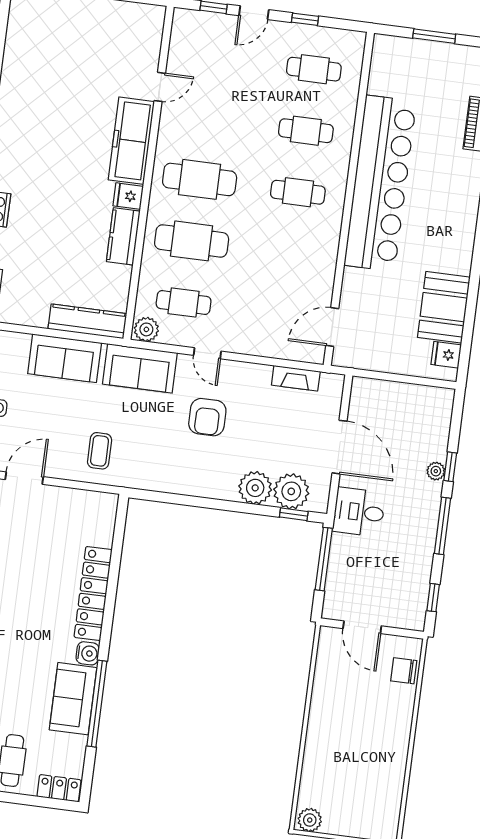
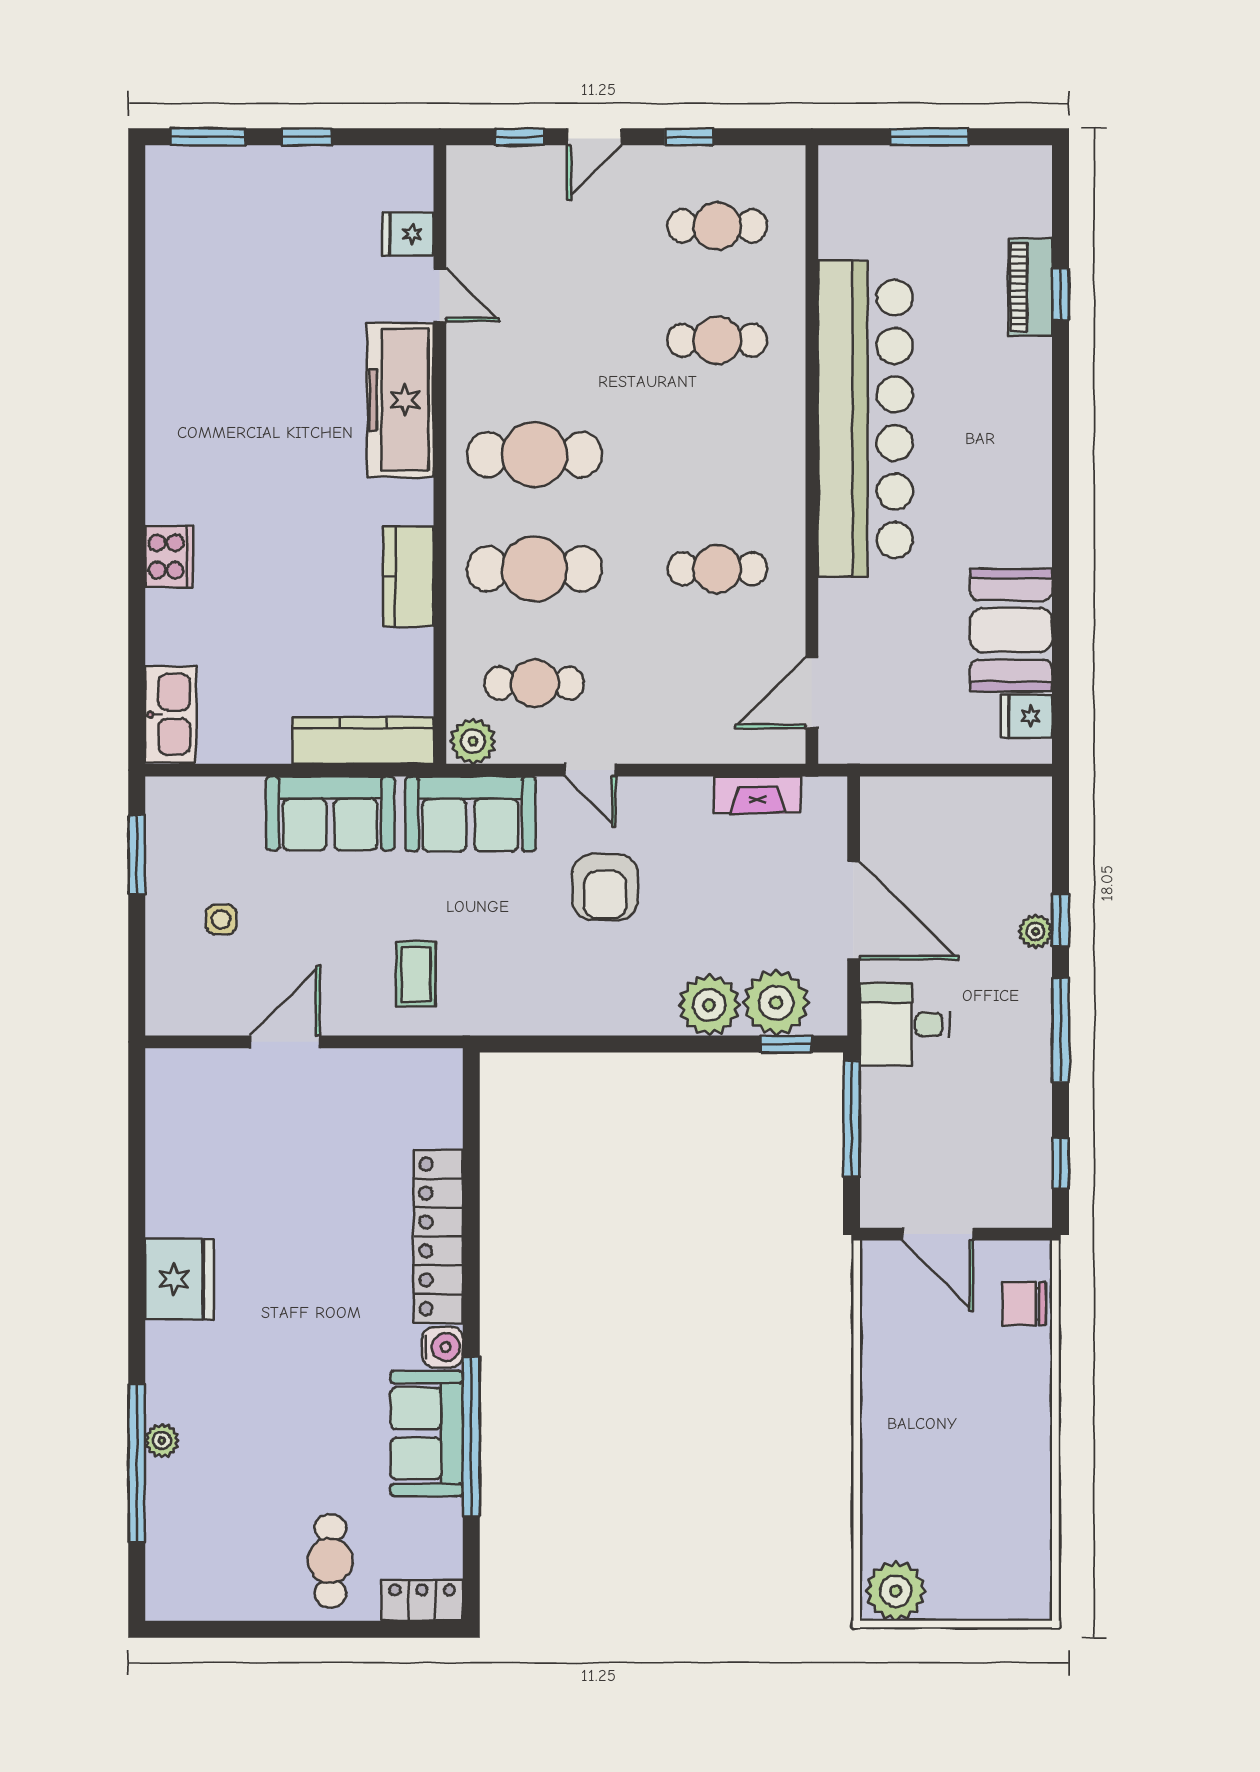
door: (160, 87) -> (440, 295), hinge flipped
cafe table: (298, 192) -> (717, 569), moved
fridge: (128, 196) -> (408, 234), moved
plant: (310, 820) -> (896, 1591), width x1.36, depth x1.36

